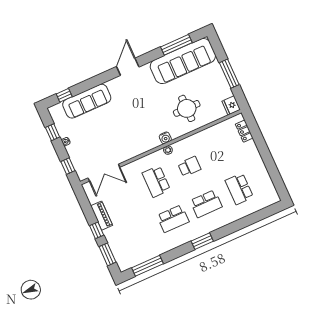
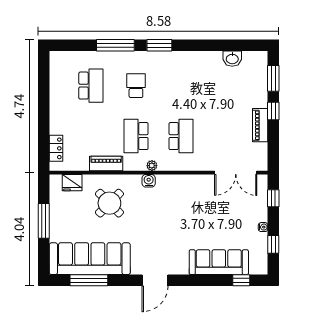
fridge: (231, 105) -> (72, 183), moved, turned 90
round table: (187, 108) -> (109, 203), turned 45
piano: (202, 137) -> (106, 163), added
school desk: (189, 167) -> (136, 136), width x1.85
double door: (104, 173) -> (236, 173), swing flipped
school desk: (206, 204) -> (136, 86), width x0.54
school desk: (173, 219) -> (181, 86), removed
washbasin: (144, 255) -> (232, 59), added
window: (147, 266) -> (115, 45), moved

